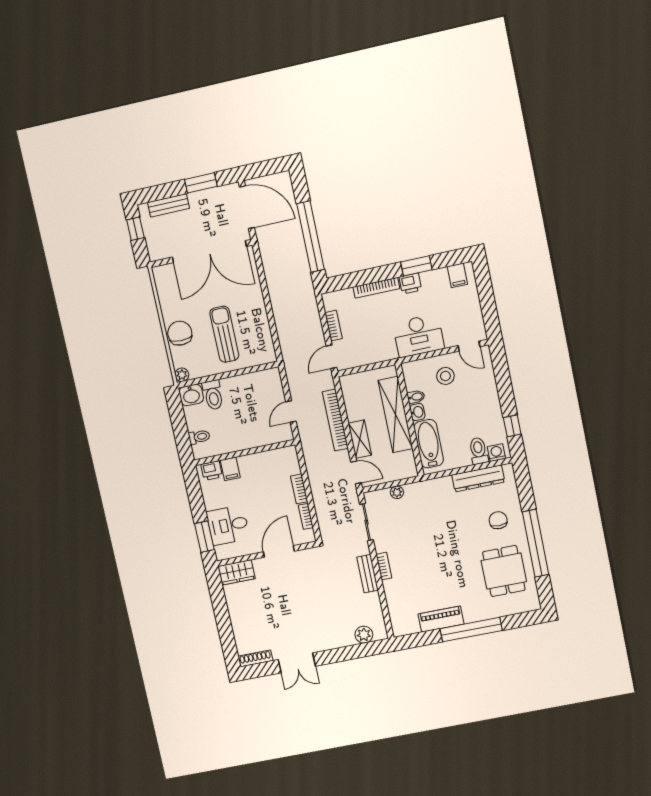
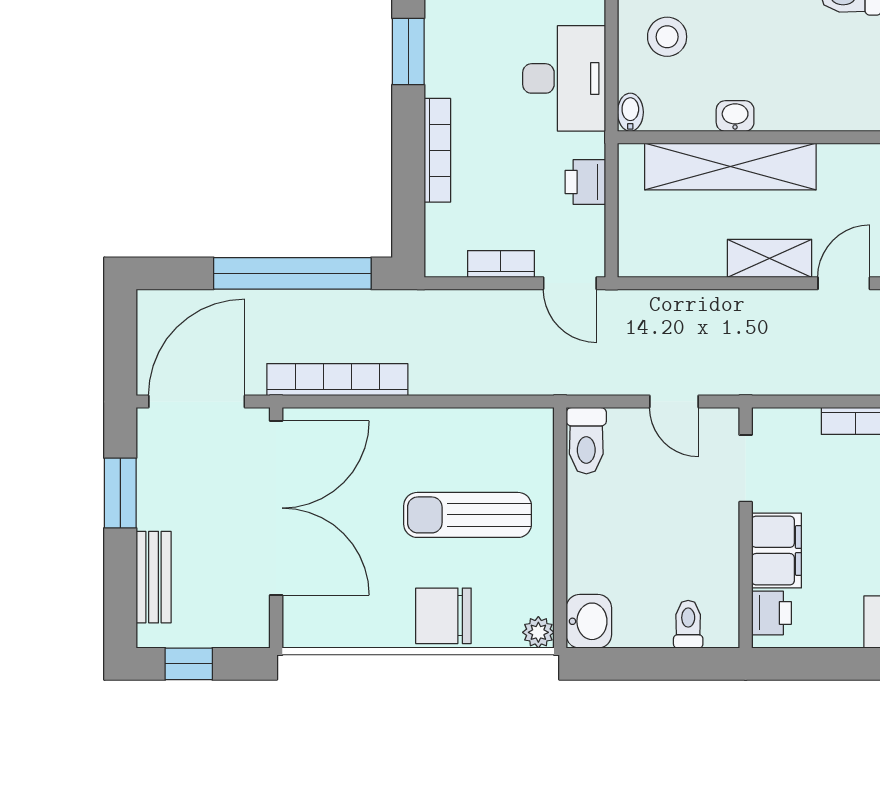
printer: (410, 283) -> (585, 182), moved, turned 180
toilet: (213, 395) -> (586, 441), moved, turned 90
bidet: (416, 397) -> (630, 112), moved
bookcase: (335, 420) -> (337, 380), moved, turned 180
bathtub: (429, 444) -> (812, 105), removed
doorway: (269, 447) -> (746, 468), added
filing cabinet: (230, 469) -> (776, 550), width x2.00

